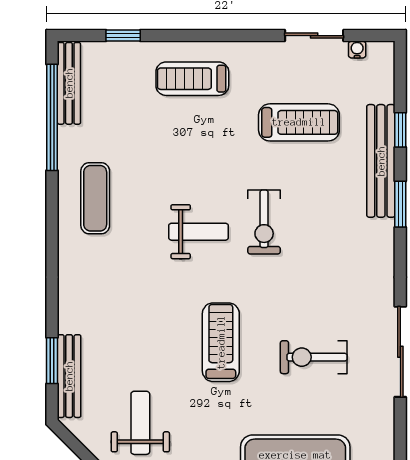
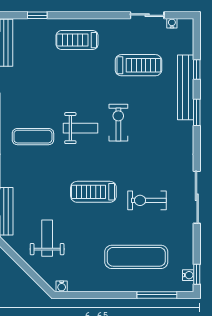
exercise mat: (95, 198) -> (33, 137), moved, turned 90
exercise bike: (264, 222) -> (118, 123), turned 180
treadmill: (221, 342) -> (93, 192), turned -90

